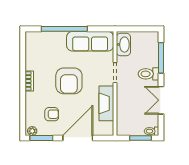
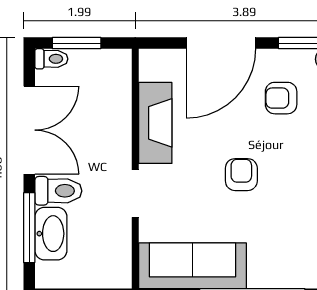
washbasin: (123, 45) -> (51, 234), moved, turned 180
armchair: (69, 81) -> (241, 175), width x0.53, depth x0.53
double door: (161, 100) -> (29, 130), width x1.37

